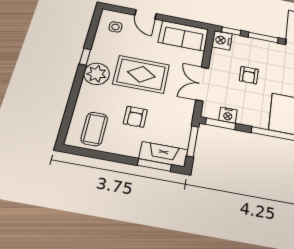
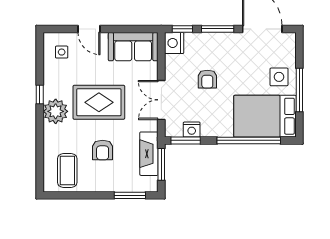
fireplace: (163, 154) -> (149, 154), moved, turned -90

